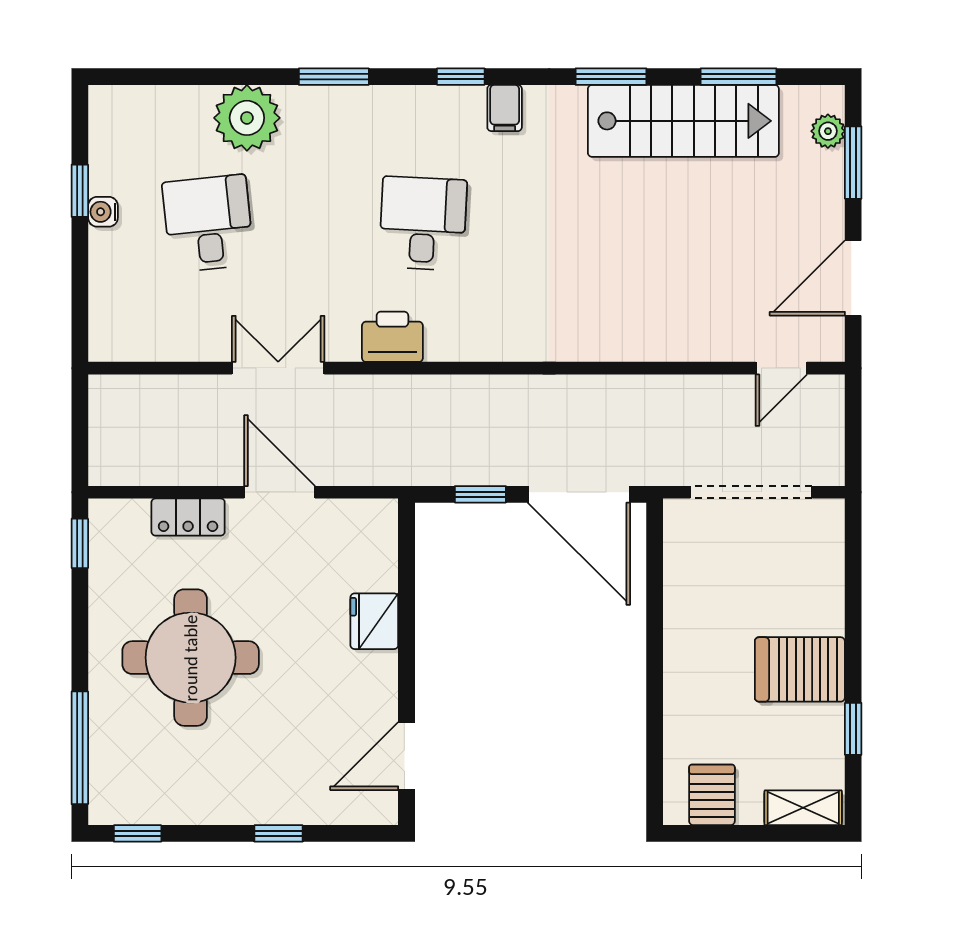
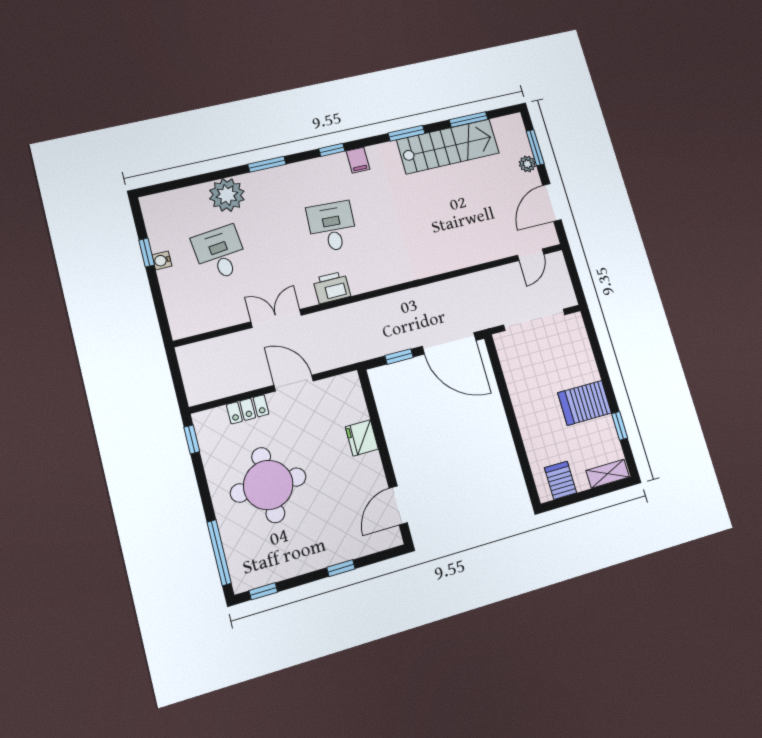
plant: (828, 131) -> (527, 164), moved

